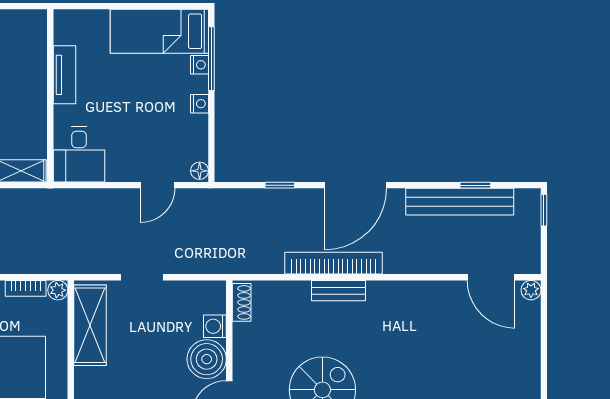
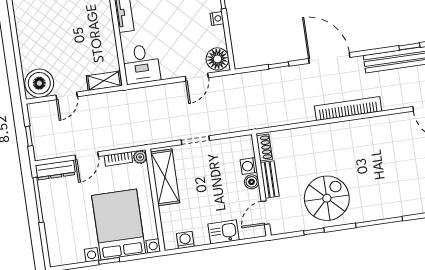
floor lamp: (200, 171) -> (217, 59), width x1.89, depth x1.89
door: (356, 185) -> (329, 58), swing flipped
bookcase: (334, 263) -> (348, 109), moved
bench: (338, 291) -> (270, 179), moved, turned 90
boiler: (207, 359) -> (252, 182), width x0.54, depth x0.54

